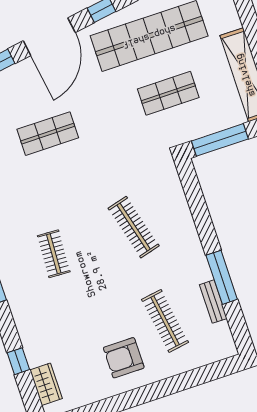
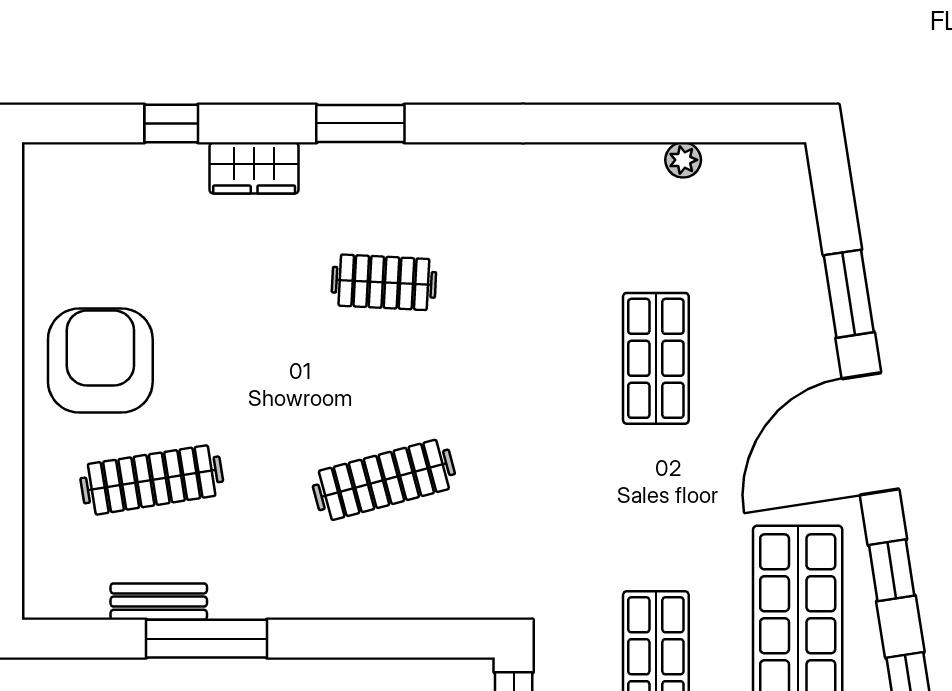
door: (49, 37) -> (870, 434), hinge flipped
armchair: (124, 358) -> (100, 361), width x1.36, depth x1.36
wardrobe: (46, 384) -> (254, 168), moved

